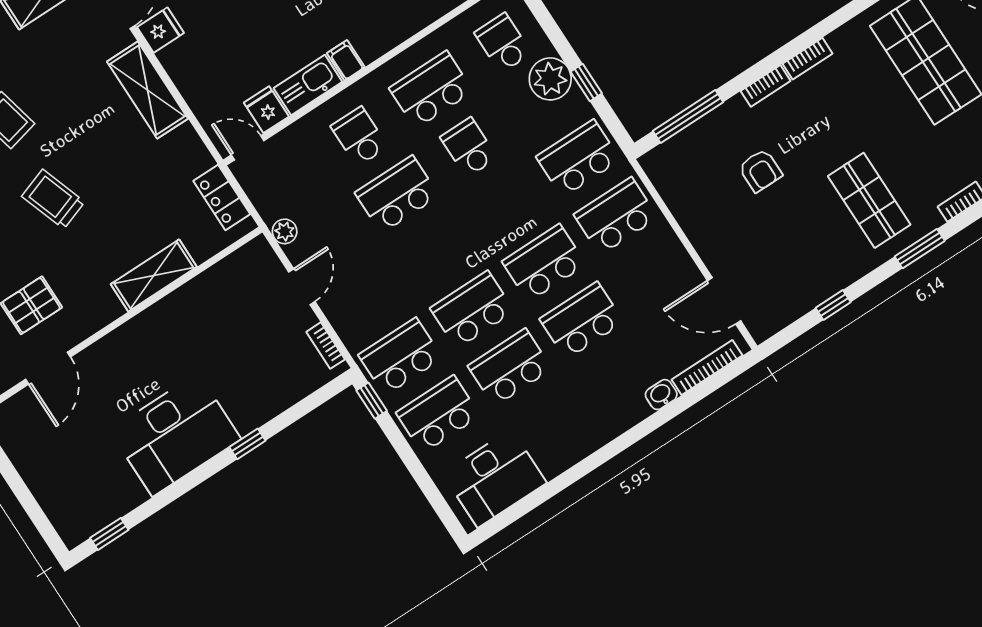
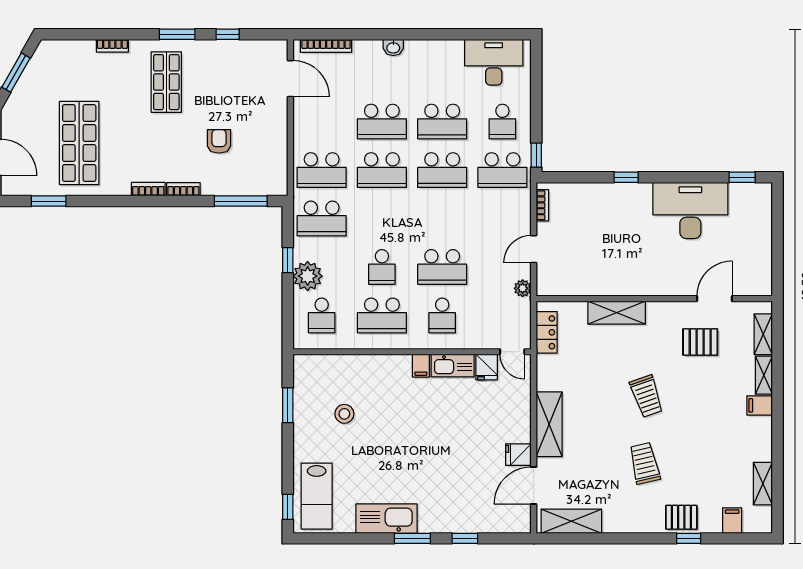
window: (920, 249) -> (177, 34), moved
washbasin: (661, 395) -> (393, 47), moved
school desk: (438, 414) -> (502, 122), width x0.54
desk: (175, 435) -> (690, 210), moved

